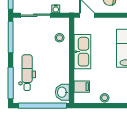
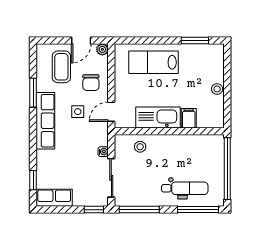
dental chair: (27, 73) -> (185, 188), turned 180
filing cabinet: (82, 87) -> (189, 118), moved
washbasin: (62, 92) -> (210, 143), removed

